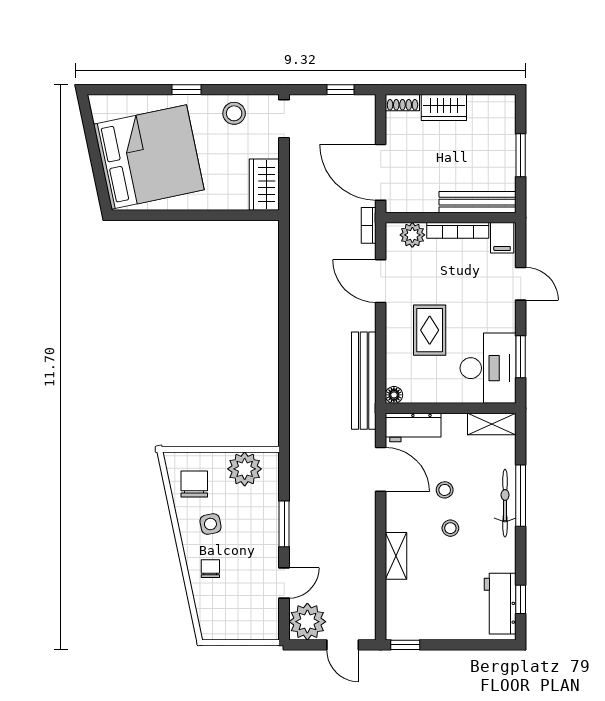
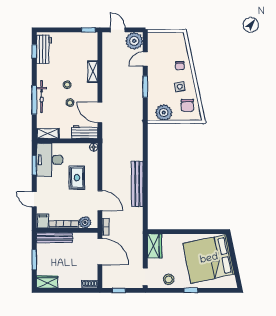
wardrobe: (444, 108) -> (47, 282), moved
bench: (364, 381) -> (137, 184), moved

